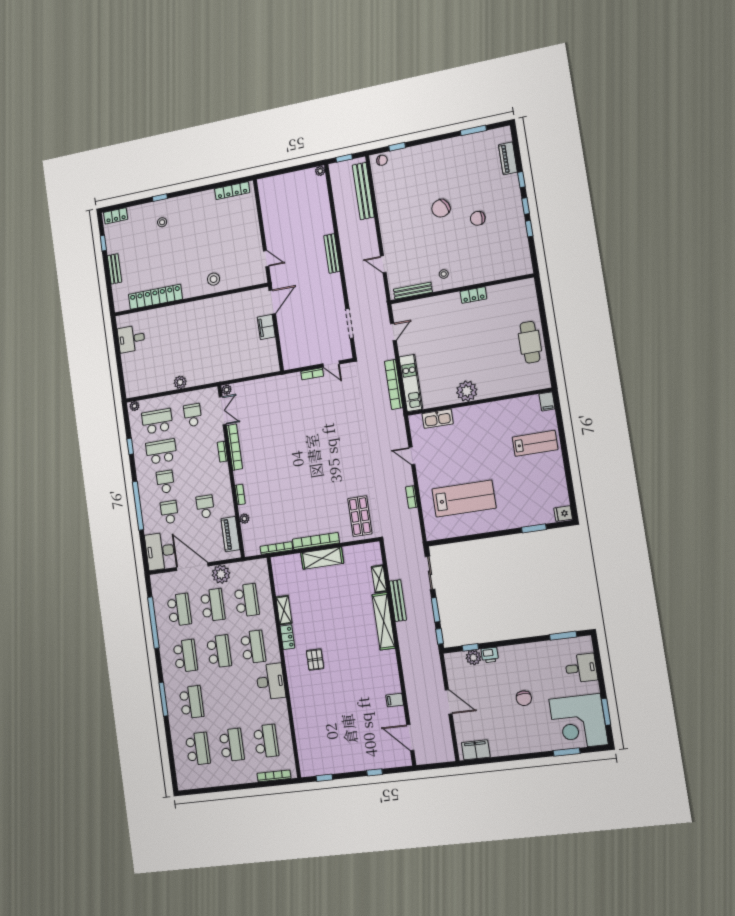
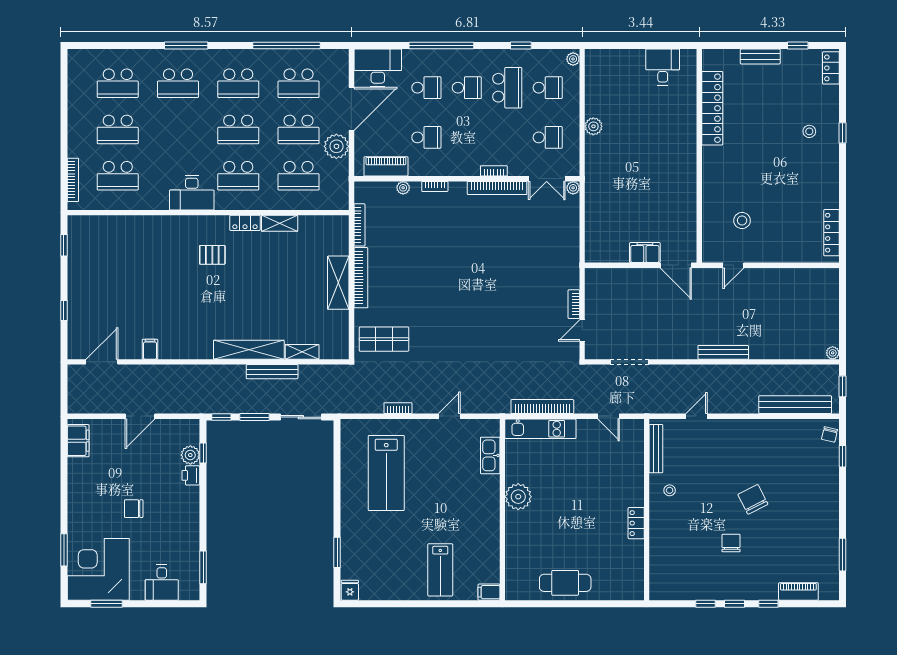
stool: (214, 279) -> (742, 220), moved
school desk: (157, 421) -> (548, 88), width x0.54

